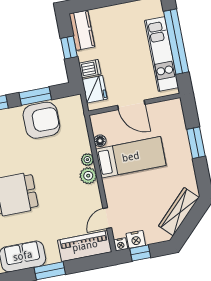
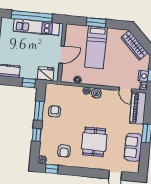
window: (69, 48) -> (29, 83), moved
dishwasher: (90, 69) -> (32, 73), removed
armchair: (41, 120) -> (55, 111), width x0.53, depth x0.53
bed: (131, 157) -> (96, 47), moved, turned 180

